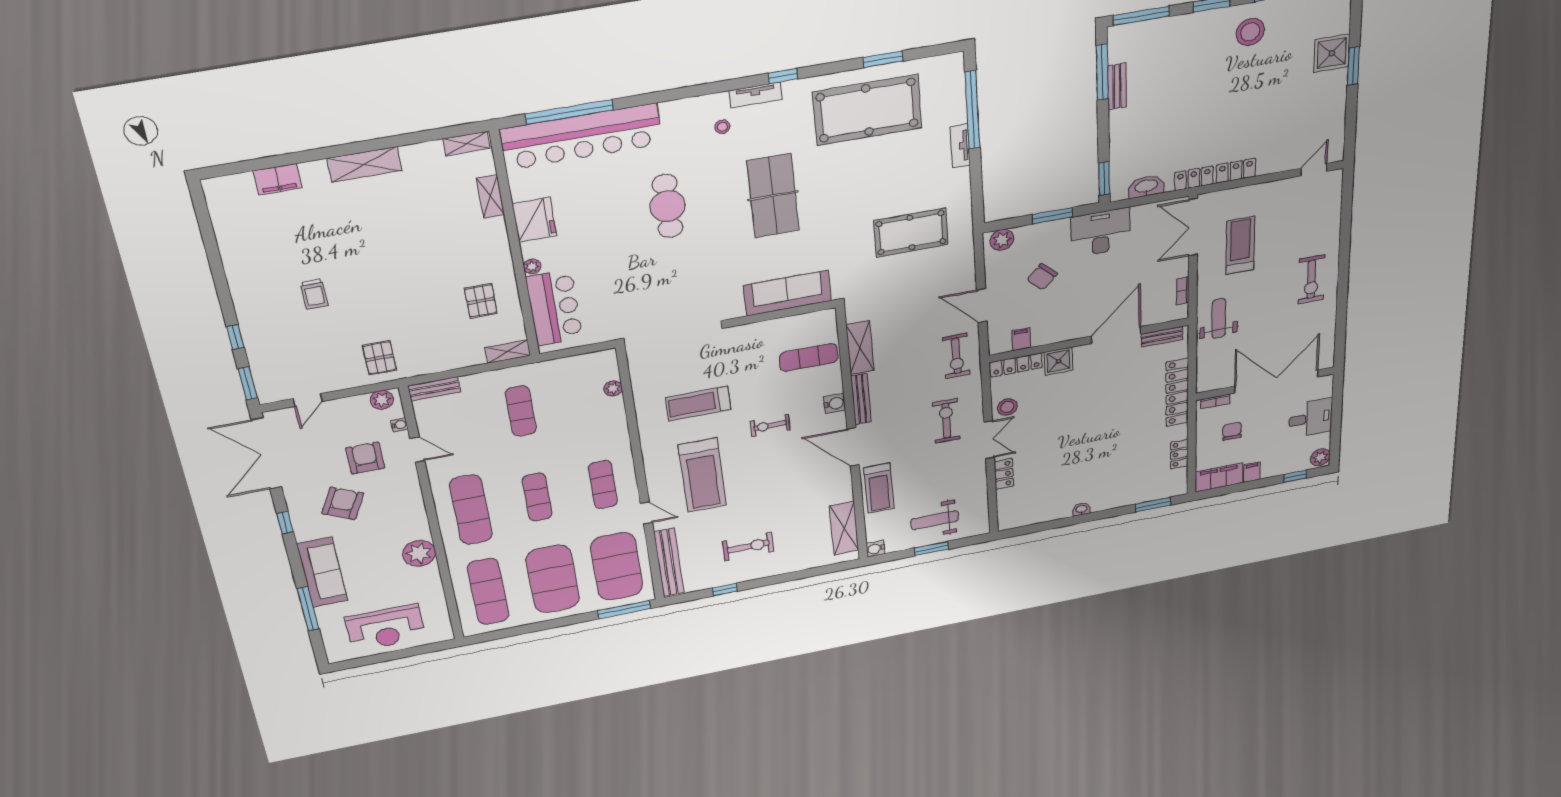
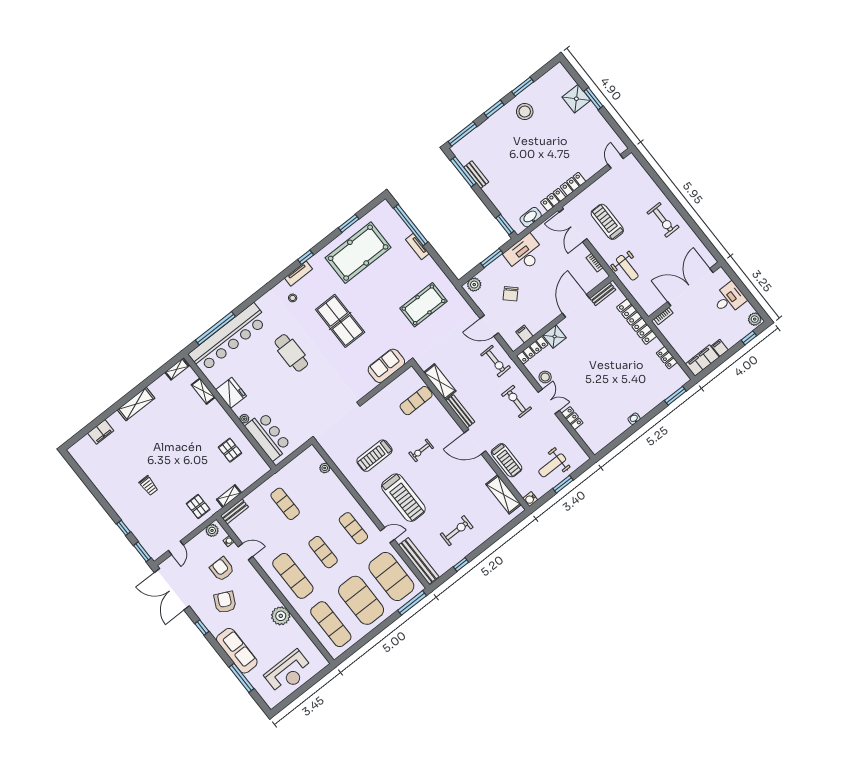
sofa: (787, 293) -> (386, 366), width x0.73
weight bench: (1219, 318) -> (627, 268), turned 180
shelving: (508, 352) -> (229, 496), moved
water cooler: (835, 403) -> (448, 421), removed
chair: (1232, 431) -> (688, 329), removed

